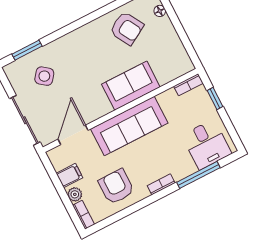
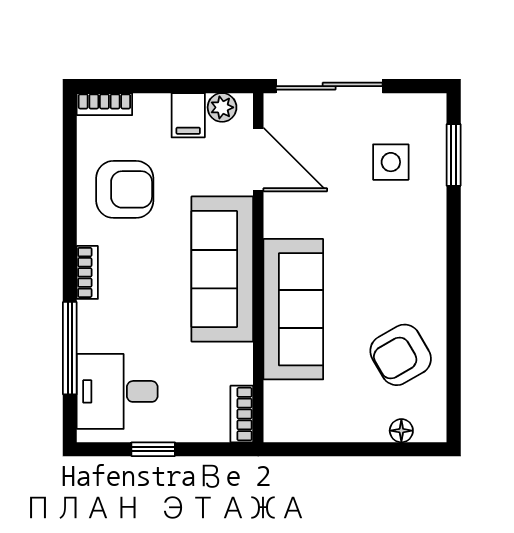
side table: (44, 76) -> (391, 162), turned -38
sofa: (131, 86) -> (293, 309), width x1.36
window: (215, 98) -> (153, 449), moved
plant: (75, 194) -> (222, 107), moved

